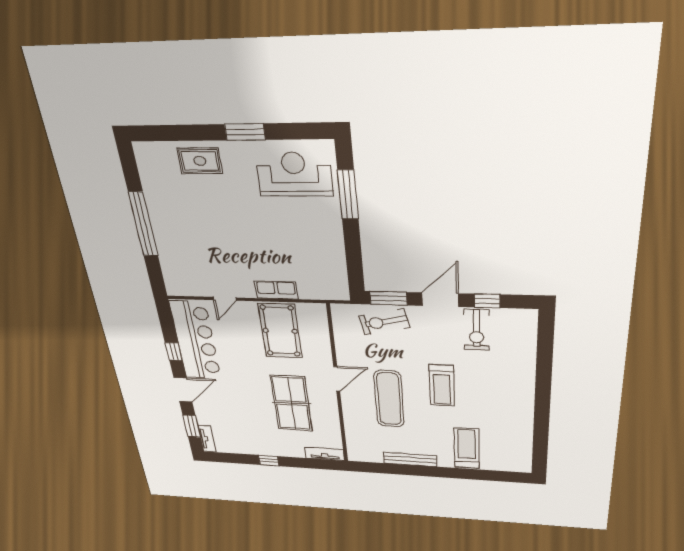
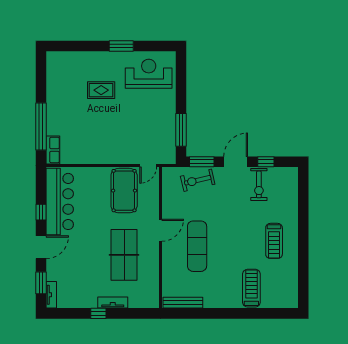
rug: (200, 161) -> (101, 90), moved
window: (348, 195) -> (181, 130), moved
window: (143, 224) -> (41, 127), moved
row of seats: (276, 290) -> (53, 150), moved, turned 90
door: (225, 299) -> (148, 166), moved
treadmill: (442, 385) -> (274, 241), moved
tv unit: (325, 454) -> (113, 303), moved
bench: (410, 459) -> (183, 303), moved

